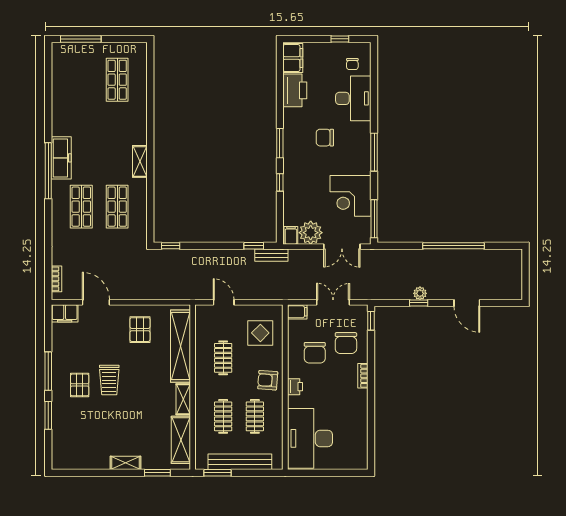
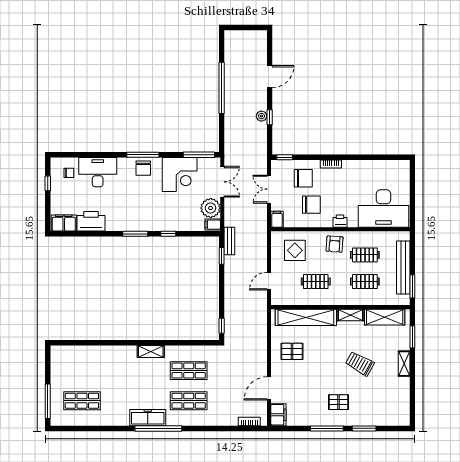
shop shelf: (117, 80) -> (82, 401), moved
chair: (325, 138) -> (143, 168), moved
trolley: (109, 380) -> (360, 364), moved, turned -151

